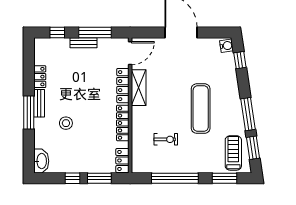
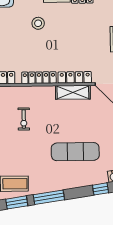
exercise mat: (201, 109) -> (75, 152), moved

